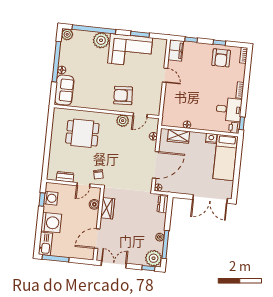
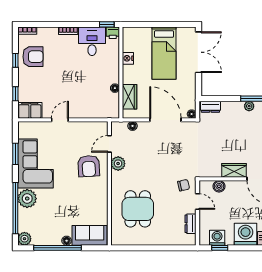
door: (140, 115) -> (109, 144), swing flipped
bed: (225, 158) -> (164, 53), moved, turned 90
wardrobe: (108, 208) -> (234, 170), moved

